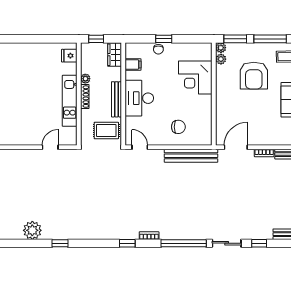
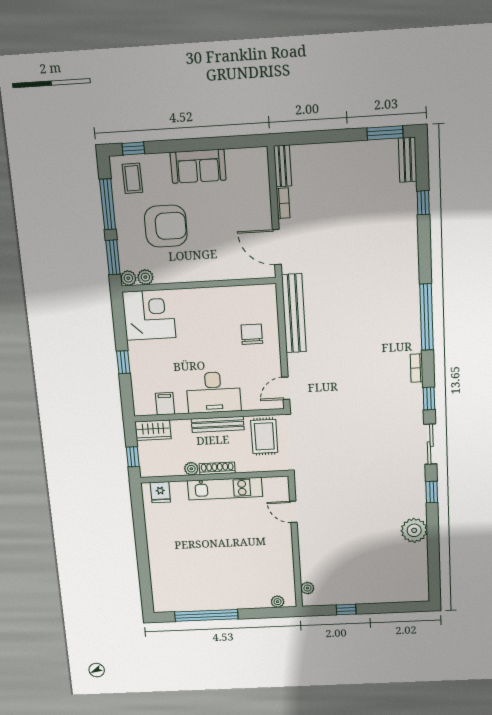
chair: (158, 49) -> (139, 369), removed
corner desk: (195, 77) -> (149, 315), moved, turned -90
sliding door: (227, 243) -> (430, 444), moved

